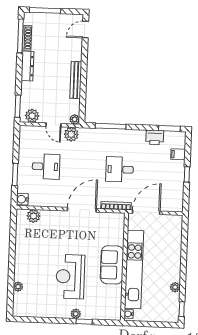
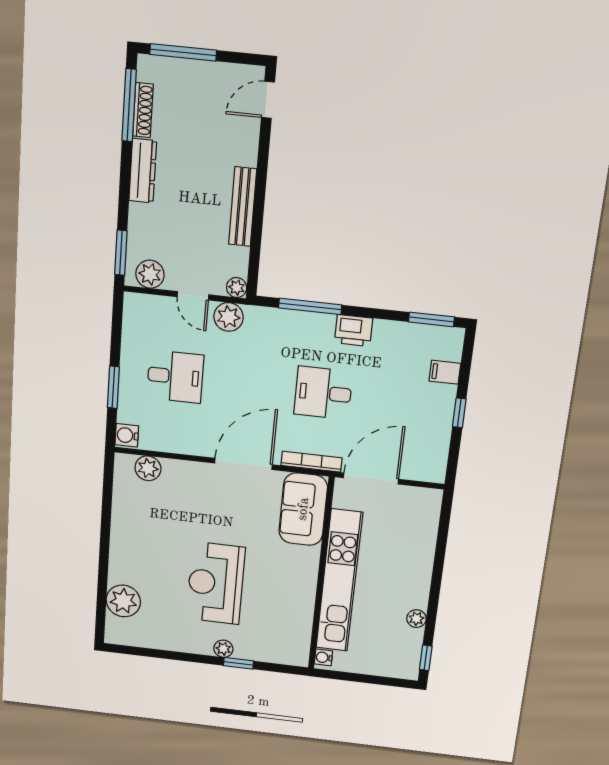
printer: (155, 137) -> (354, 330), moved
sofa: (112, 265) -> (303, 509), moved
plant: (18, 287) -> (123, 601), width x1.87, depth x1.87

